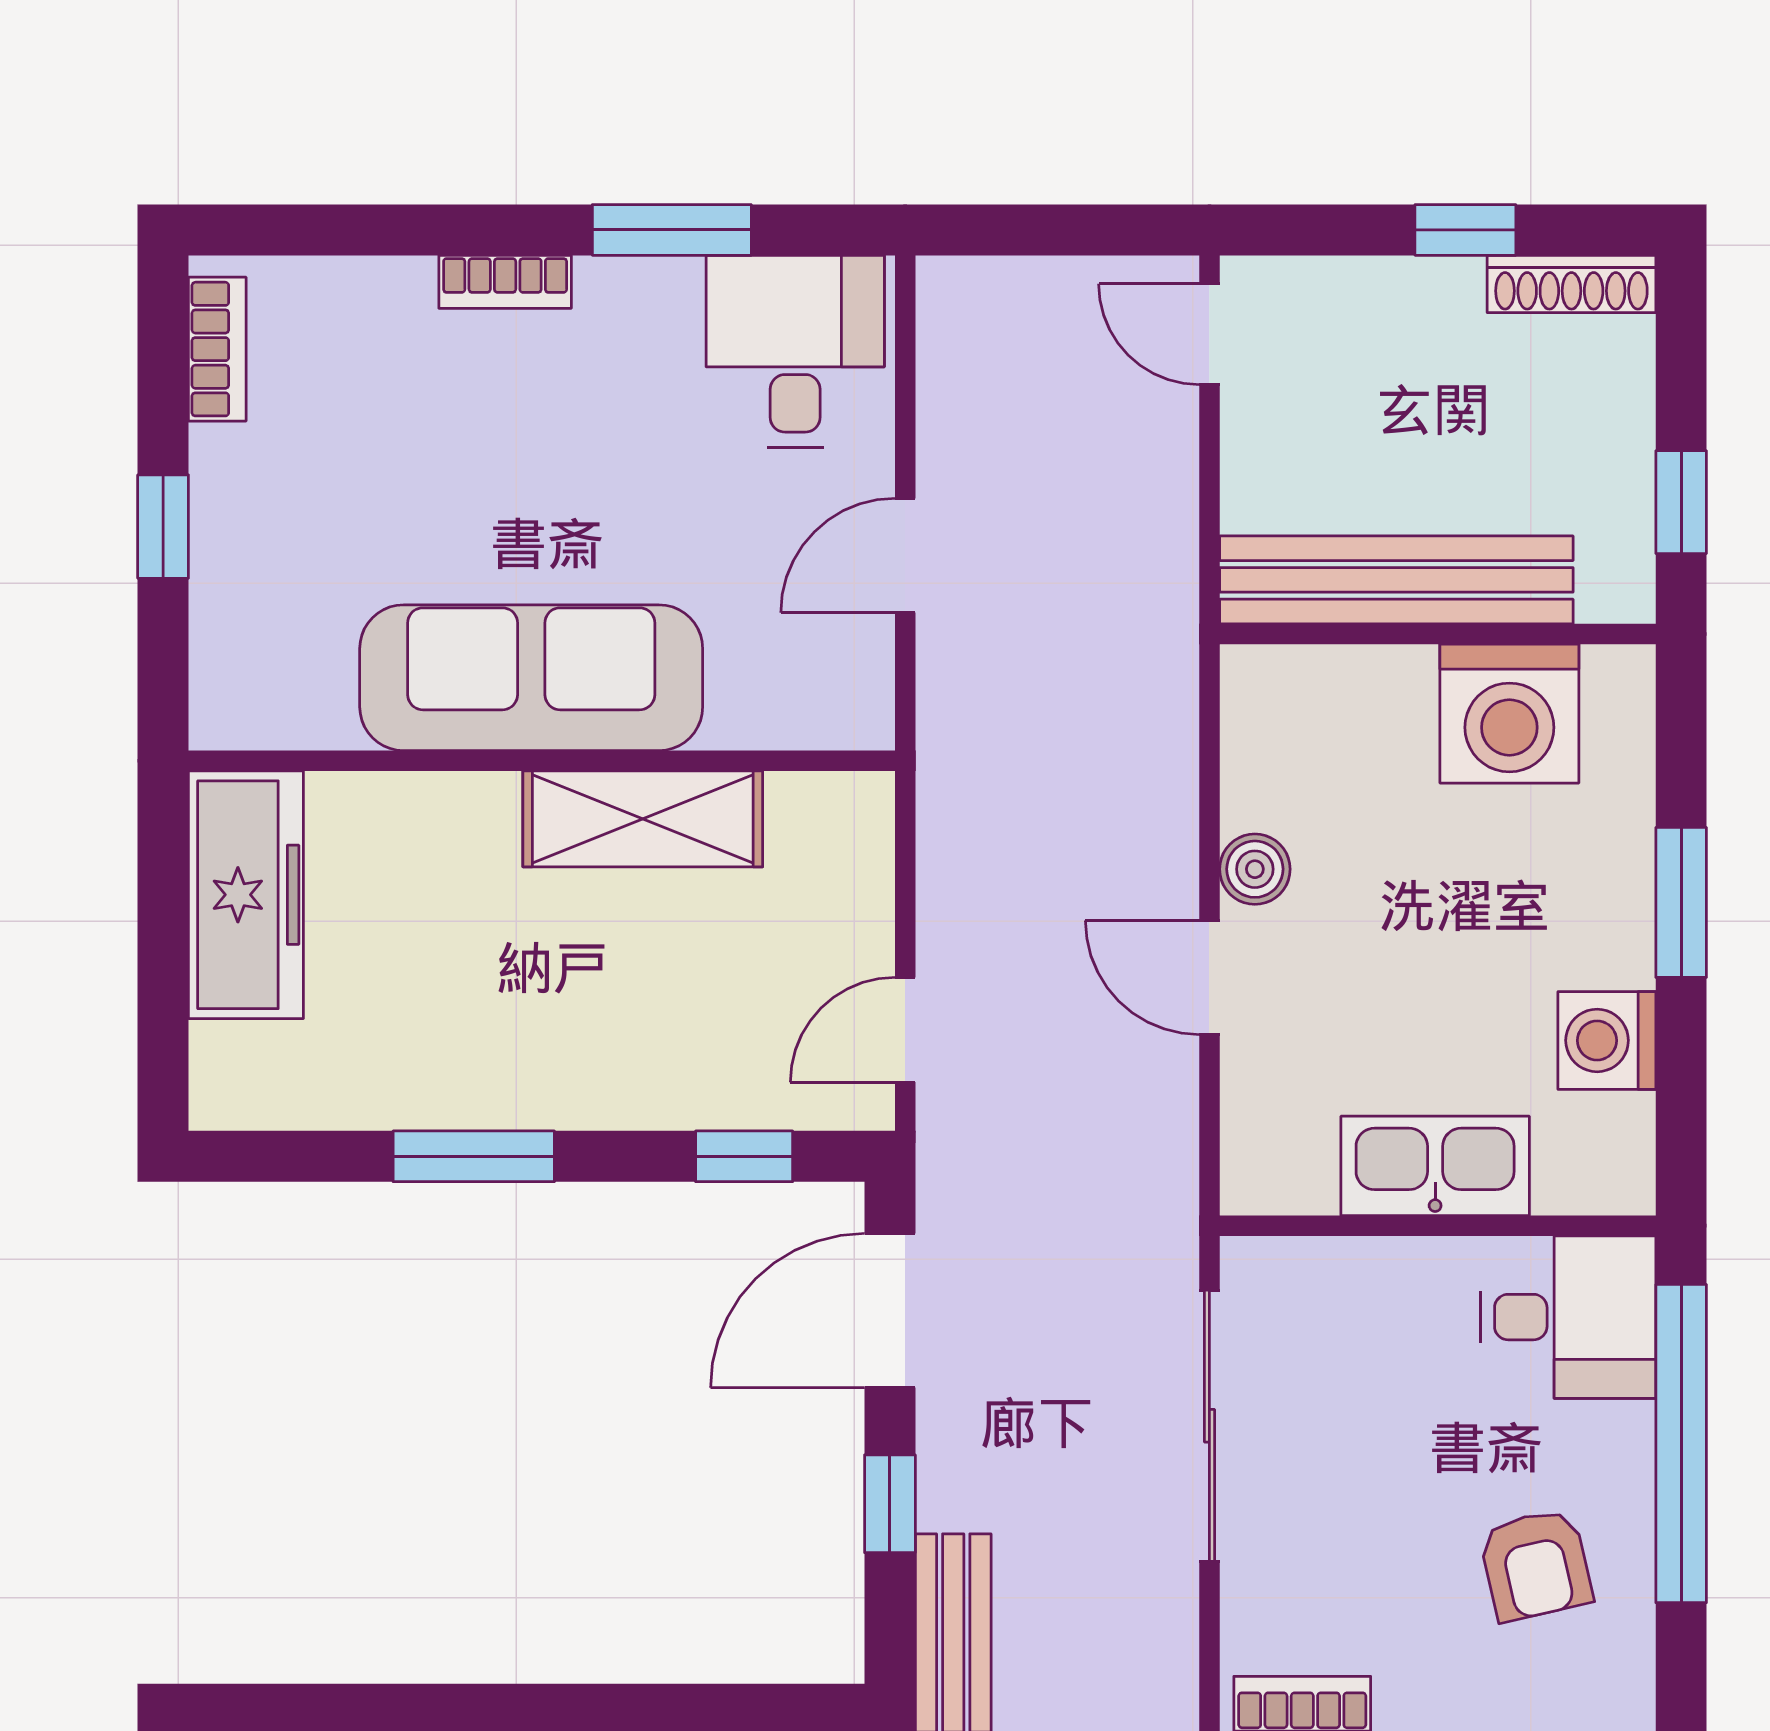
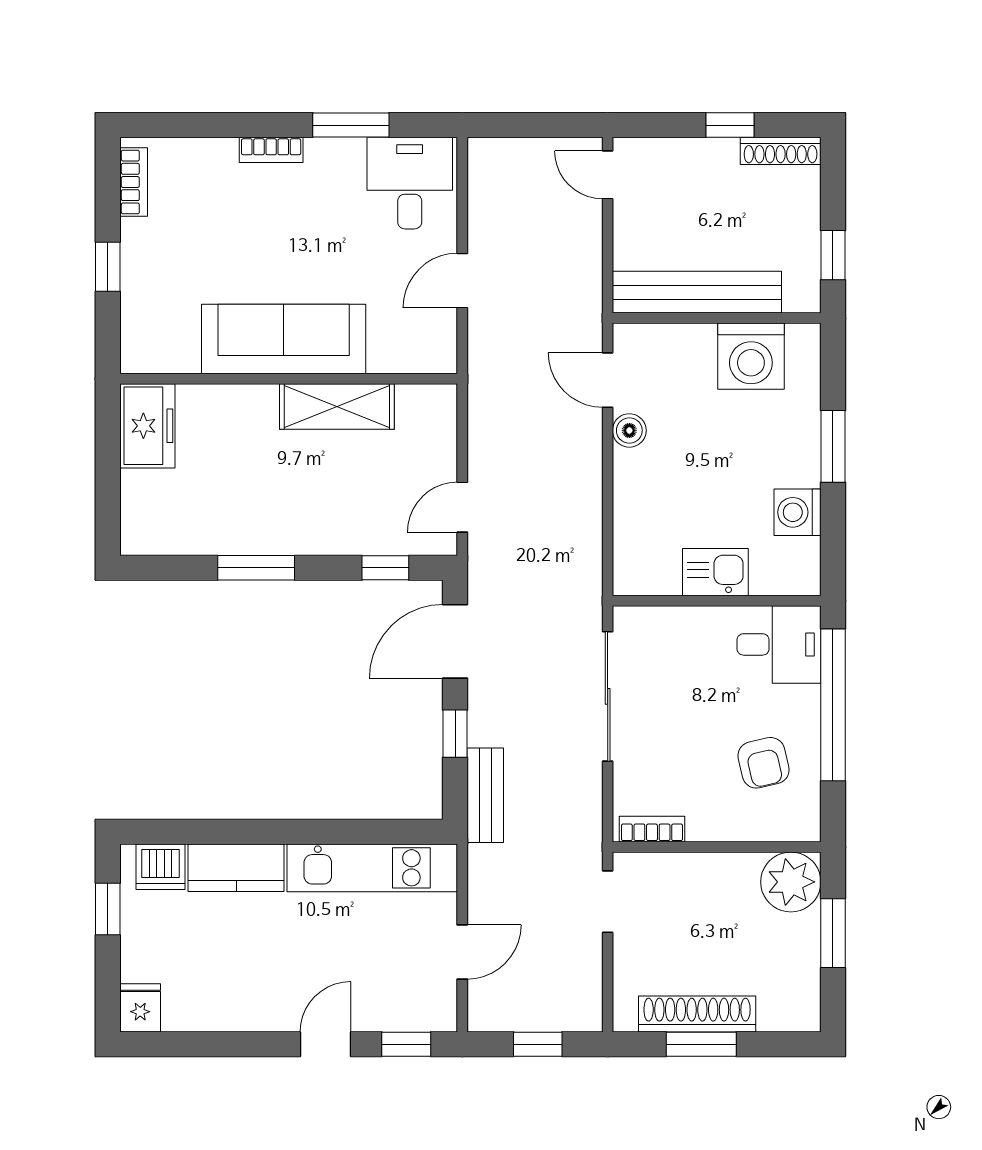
freezer: (246, 895) -> (147, 426), width x0.71
door: (1209, 978) -> (608, 380), moved
kitchen sink: (1435, 1166) -> (715, 572), width x0.73

